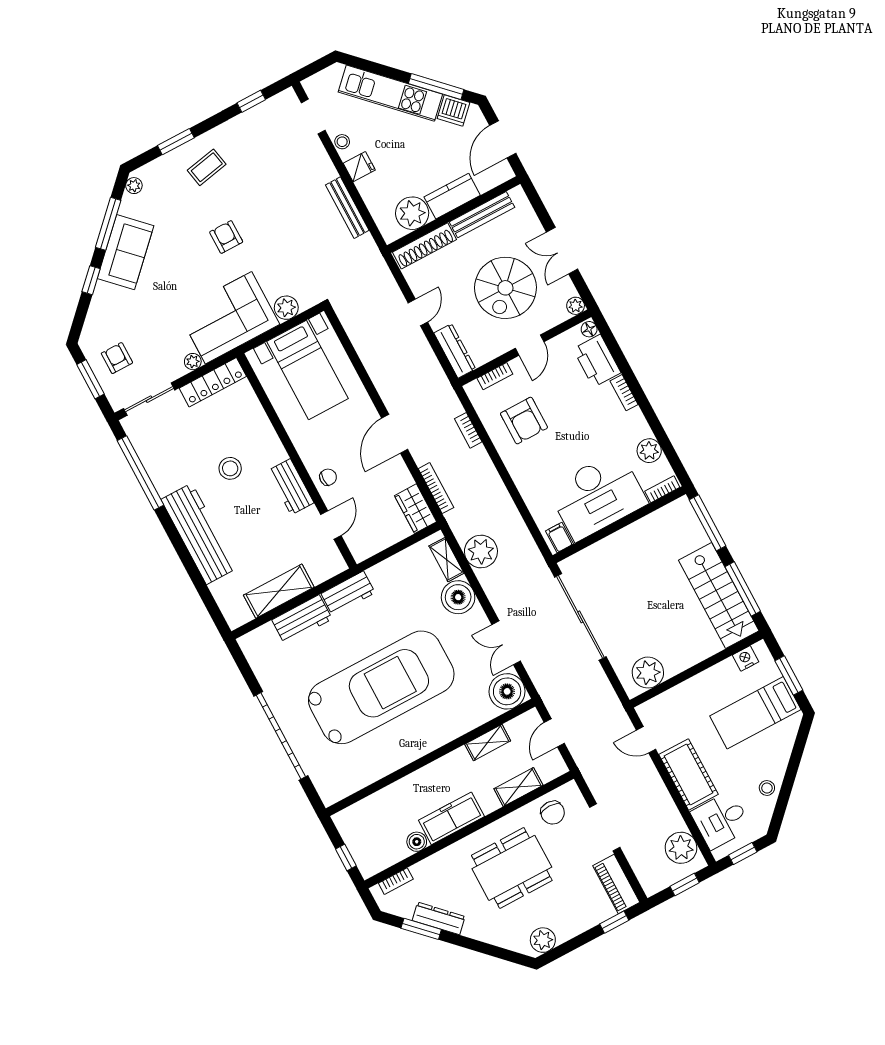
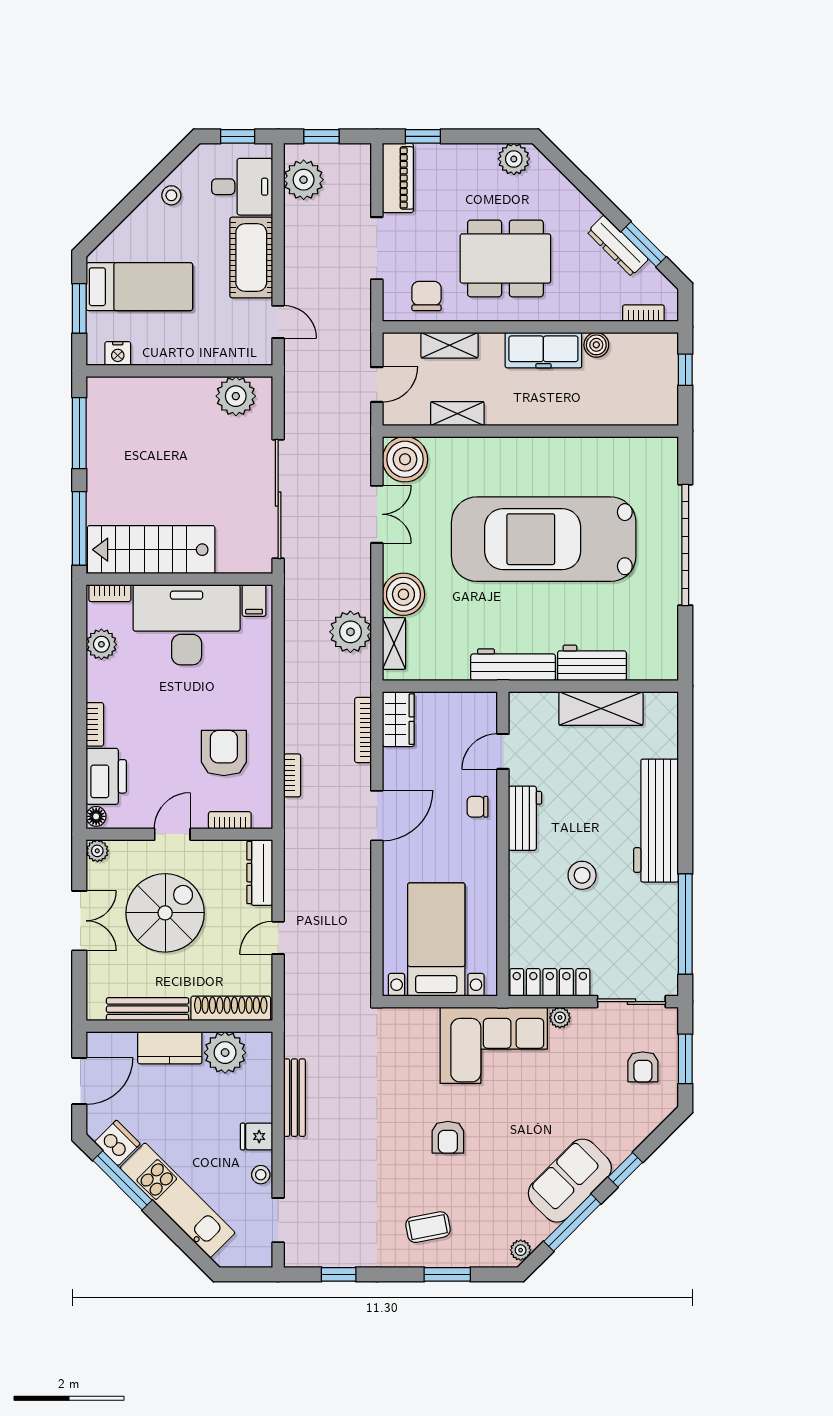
plant: (286, 308) -> (423, 1022), removed
workbench: (348, 593) -> (513, 665), width x1.38
stairs: (719, 596) -> (151, 550), moved, turned -90

